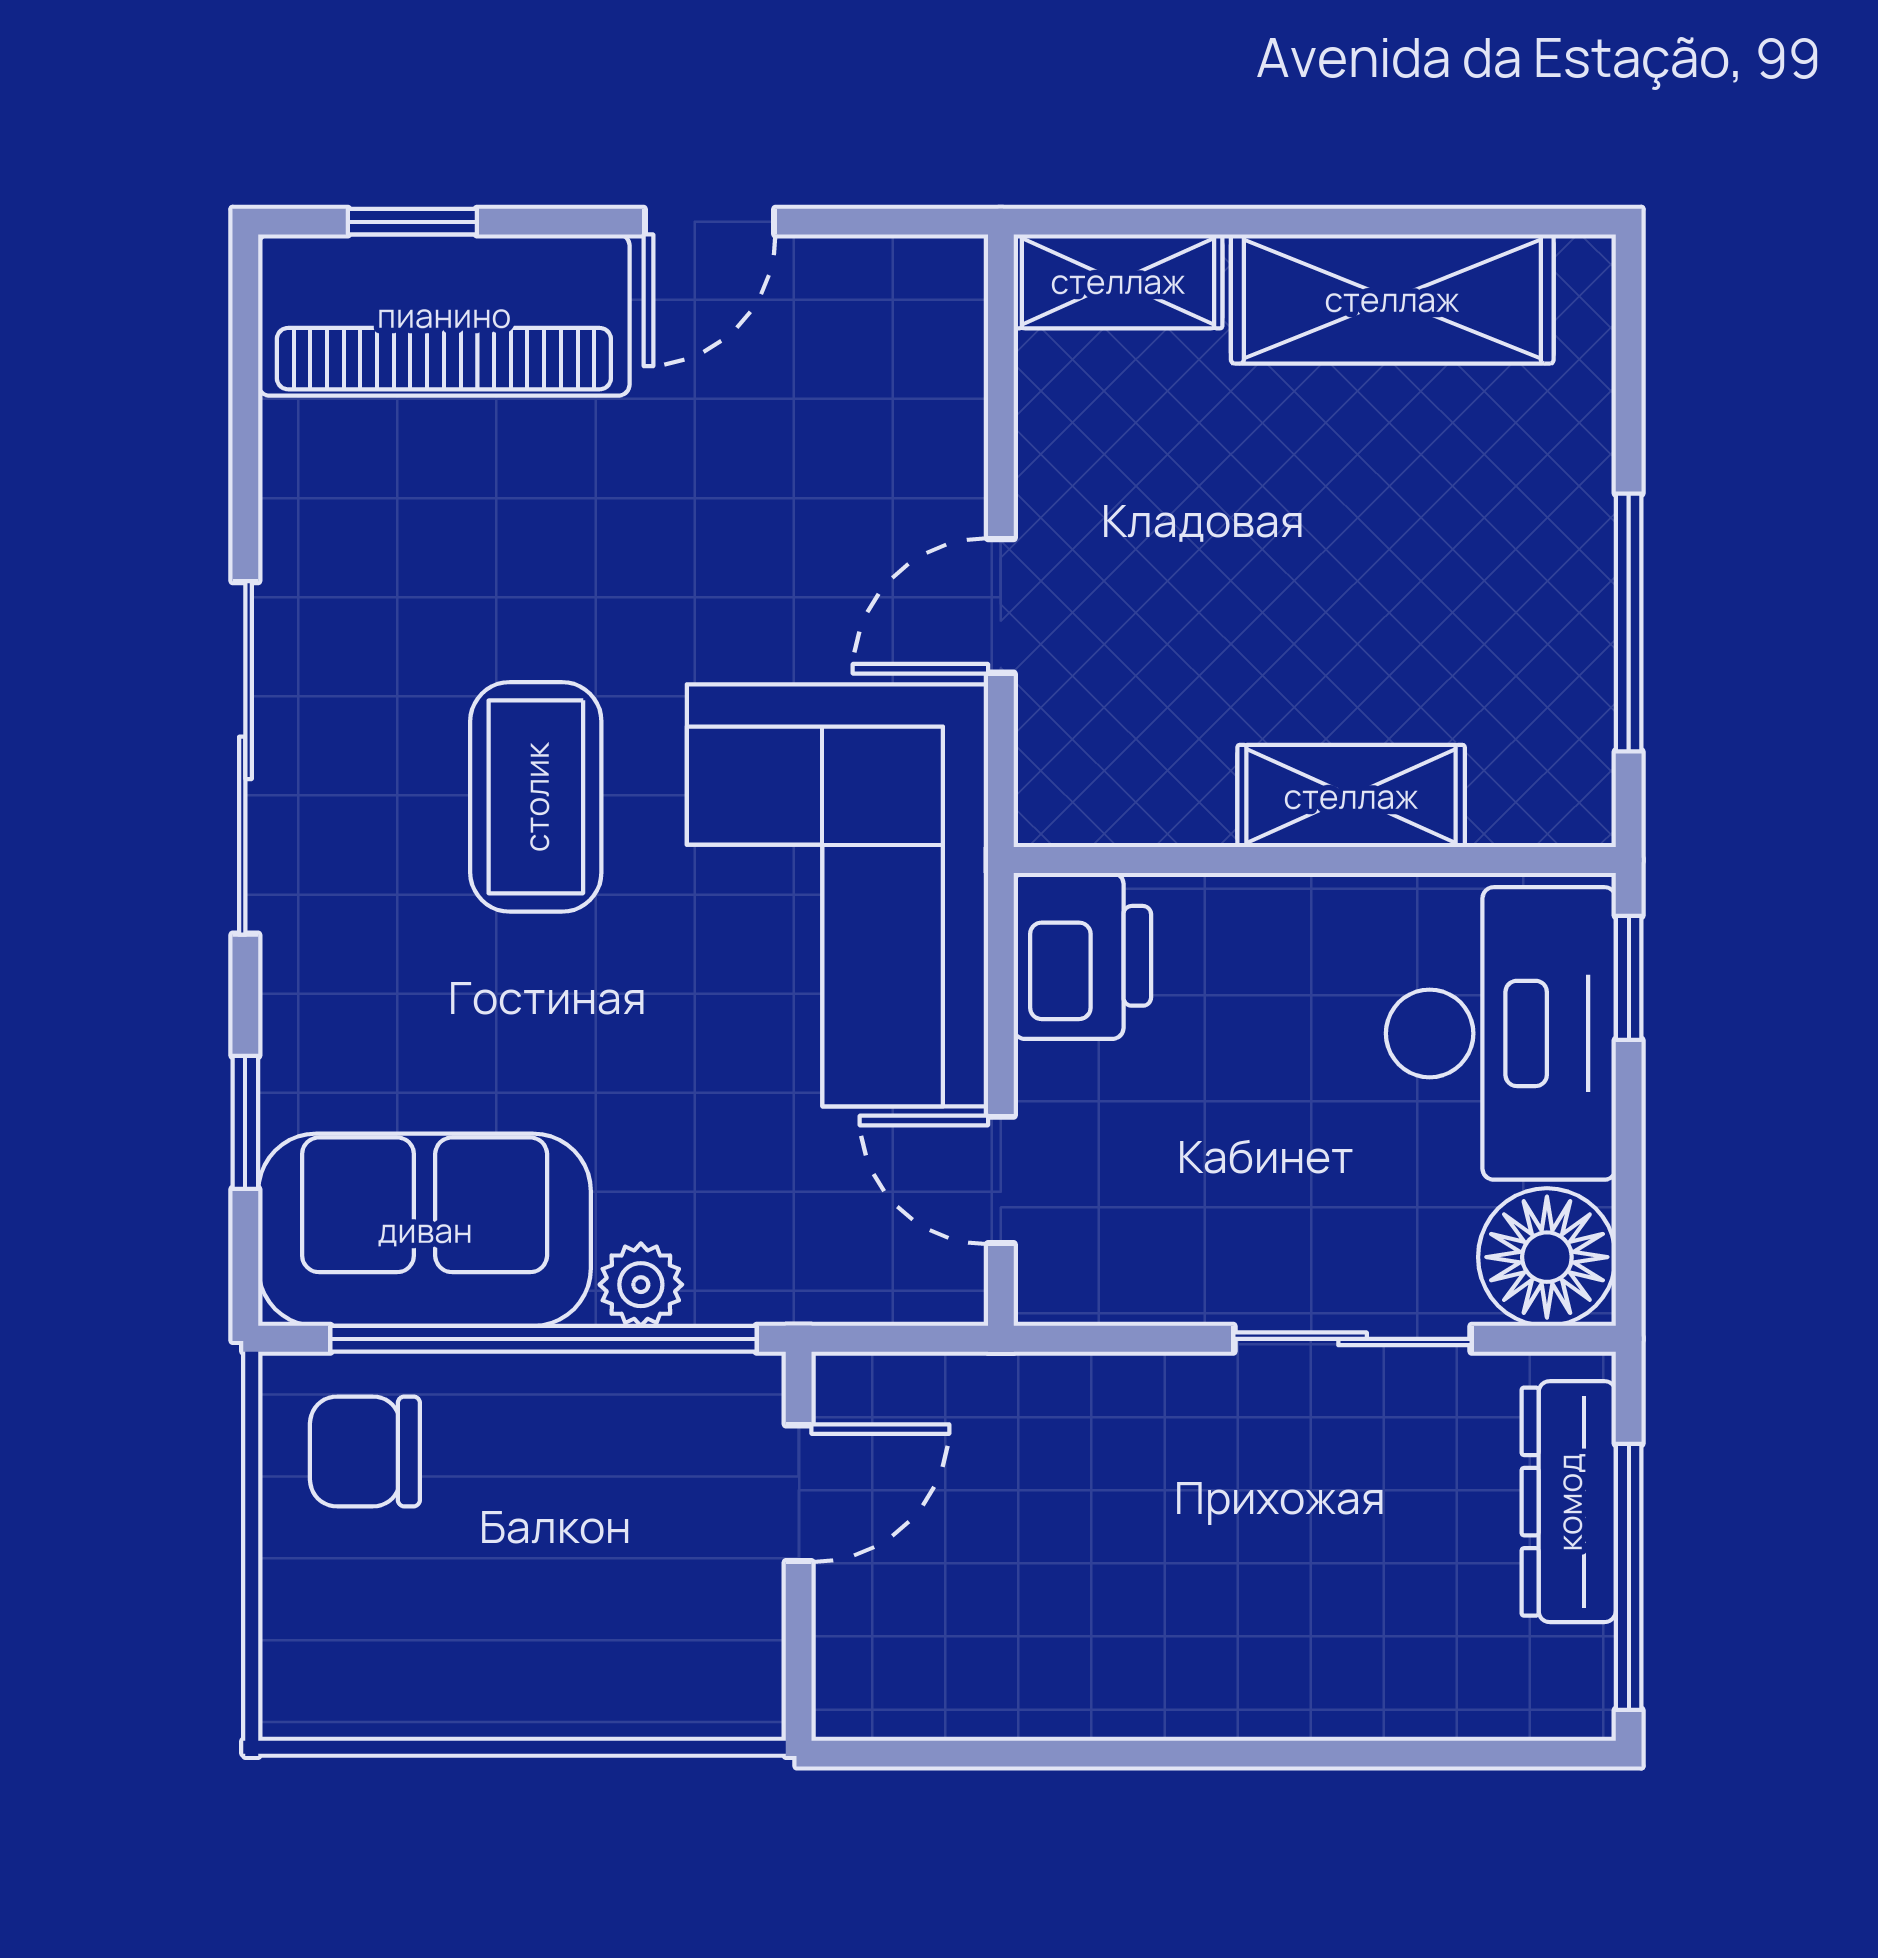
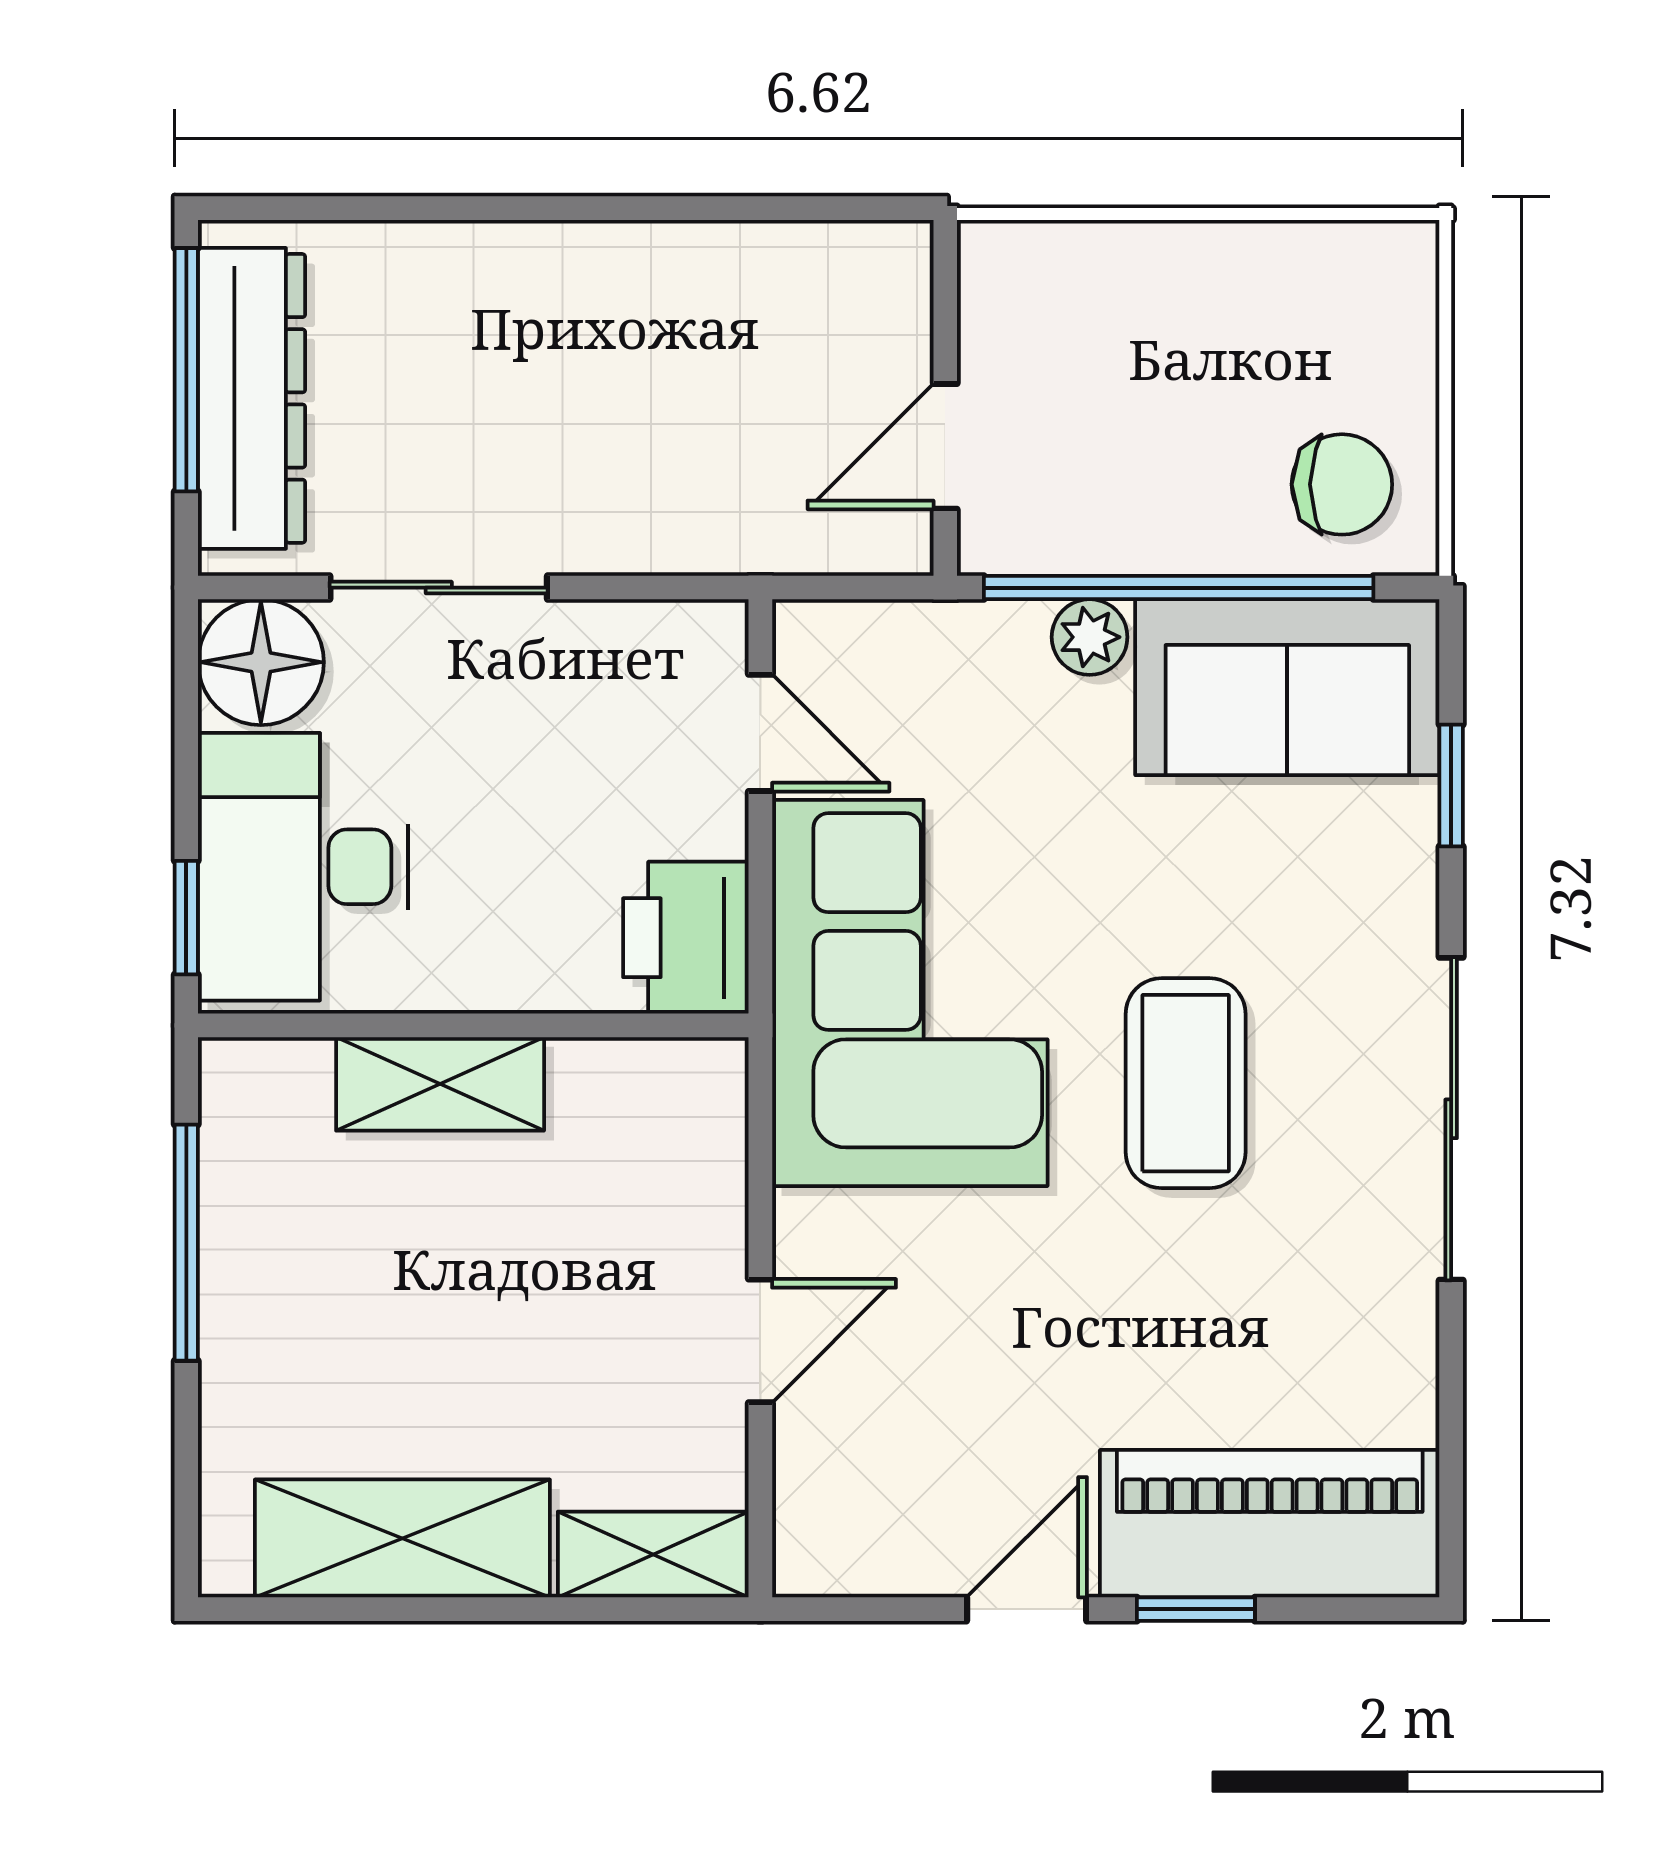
window: (412, 222) -> (1196, 1609), moved
door: (1001, 606) -> (760, 1341), moved
dresser: (1569, 1502) -> (252, 398), width x1.37, depth x1.24

